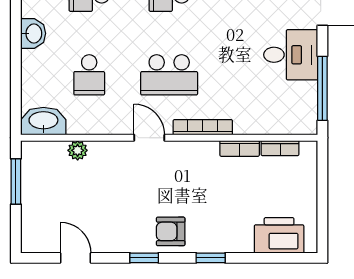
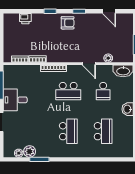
school desk: (89, 75) -> (103, 91), turned 180
school desk: (169, 75) -> (68, 91), turned 180
door: (149, 138) -> (89, 64), moved
printer: (279, 235) -> (25, 19), width x0.53, depth x0.68

